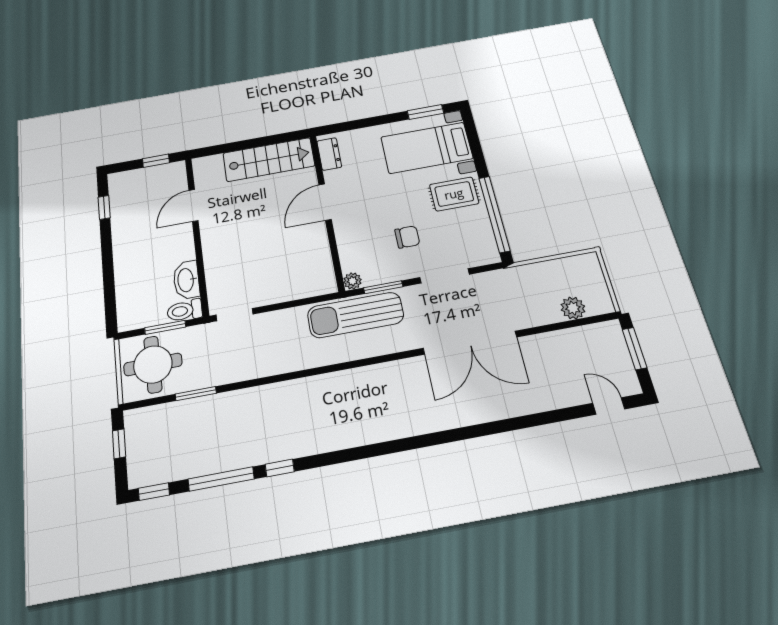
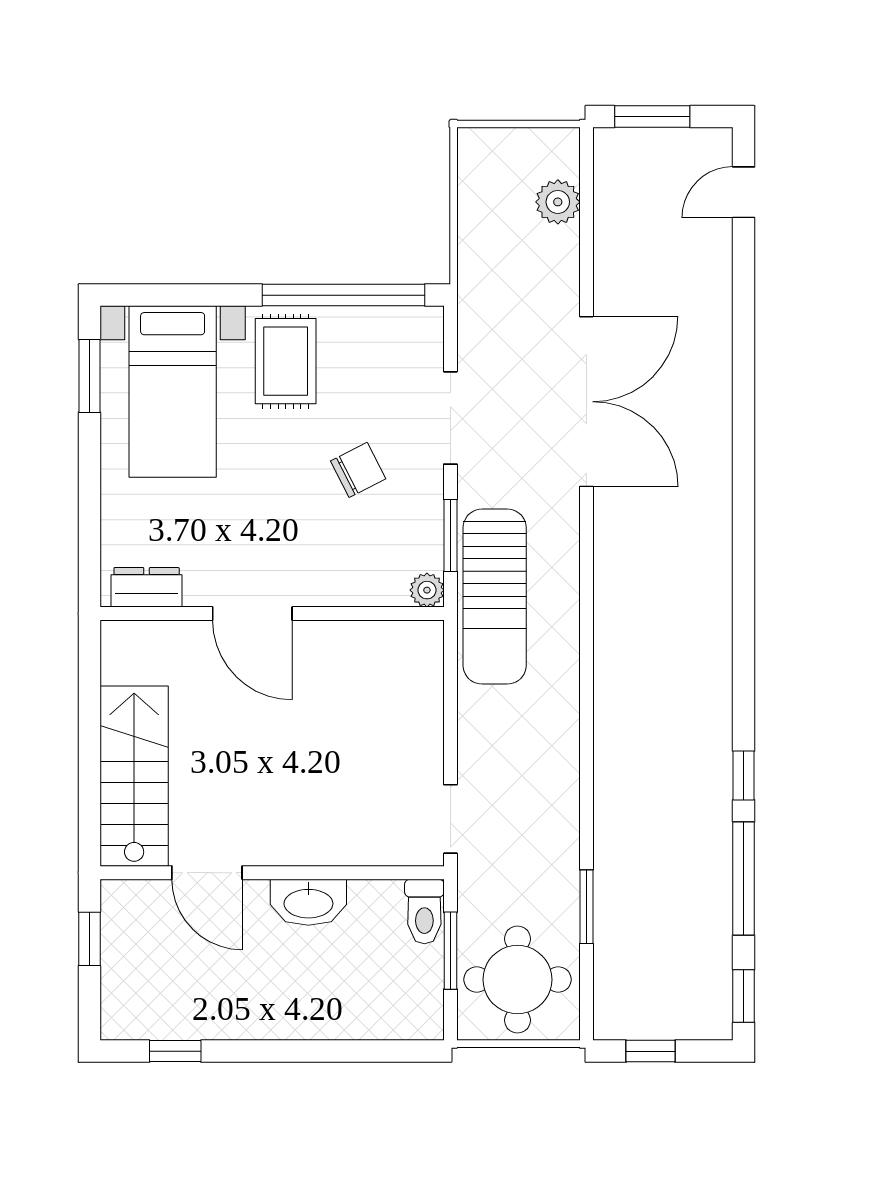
stairs: (269, 159) -> (134, 776), moved
chair: (407, 237) -> (358, 470), turned 63
washbasin: (186, 280) -> (308, 902), moved

